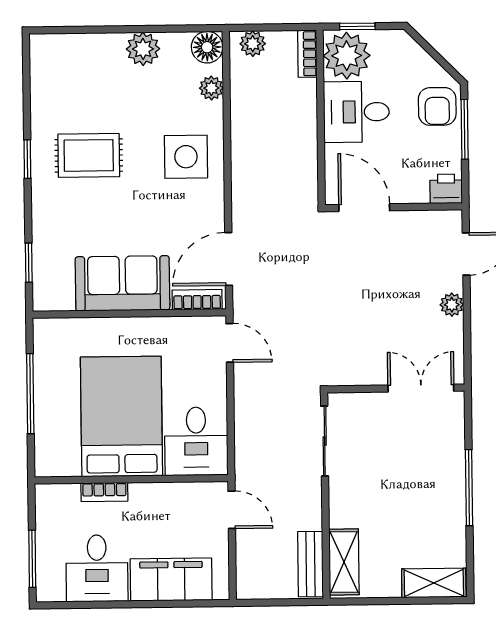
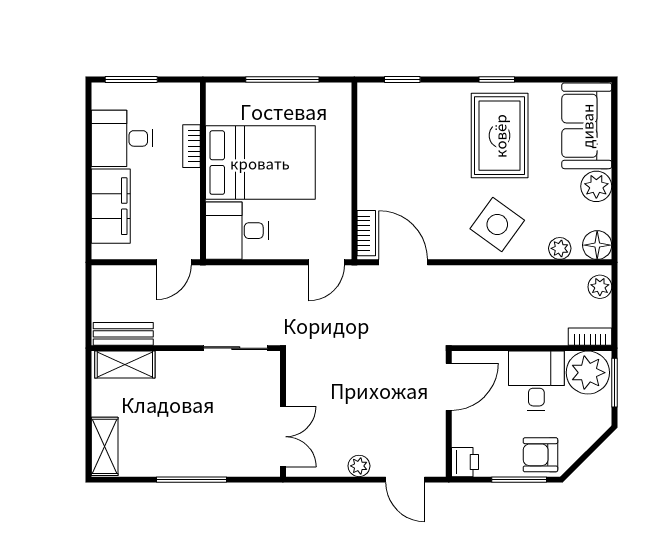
window: (357, 26) -> (615, 383), width x1.50
rug: (89, 155) -> (500, 136), width x1.36, depth x1.43
side table: (186, 157) -> (497, 224), turned 36
sofa: (122, 283) -> (587, 126), moved, turned 180

